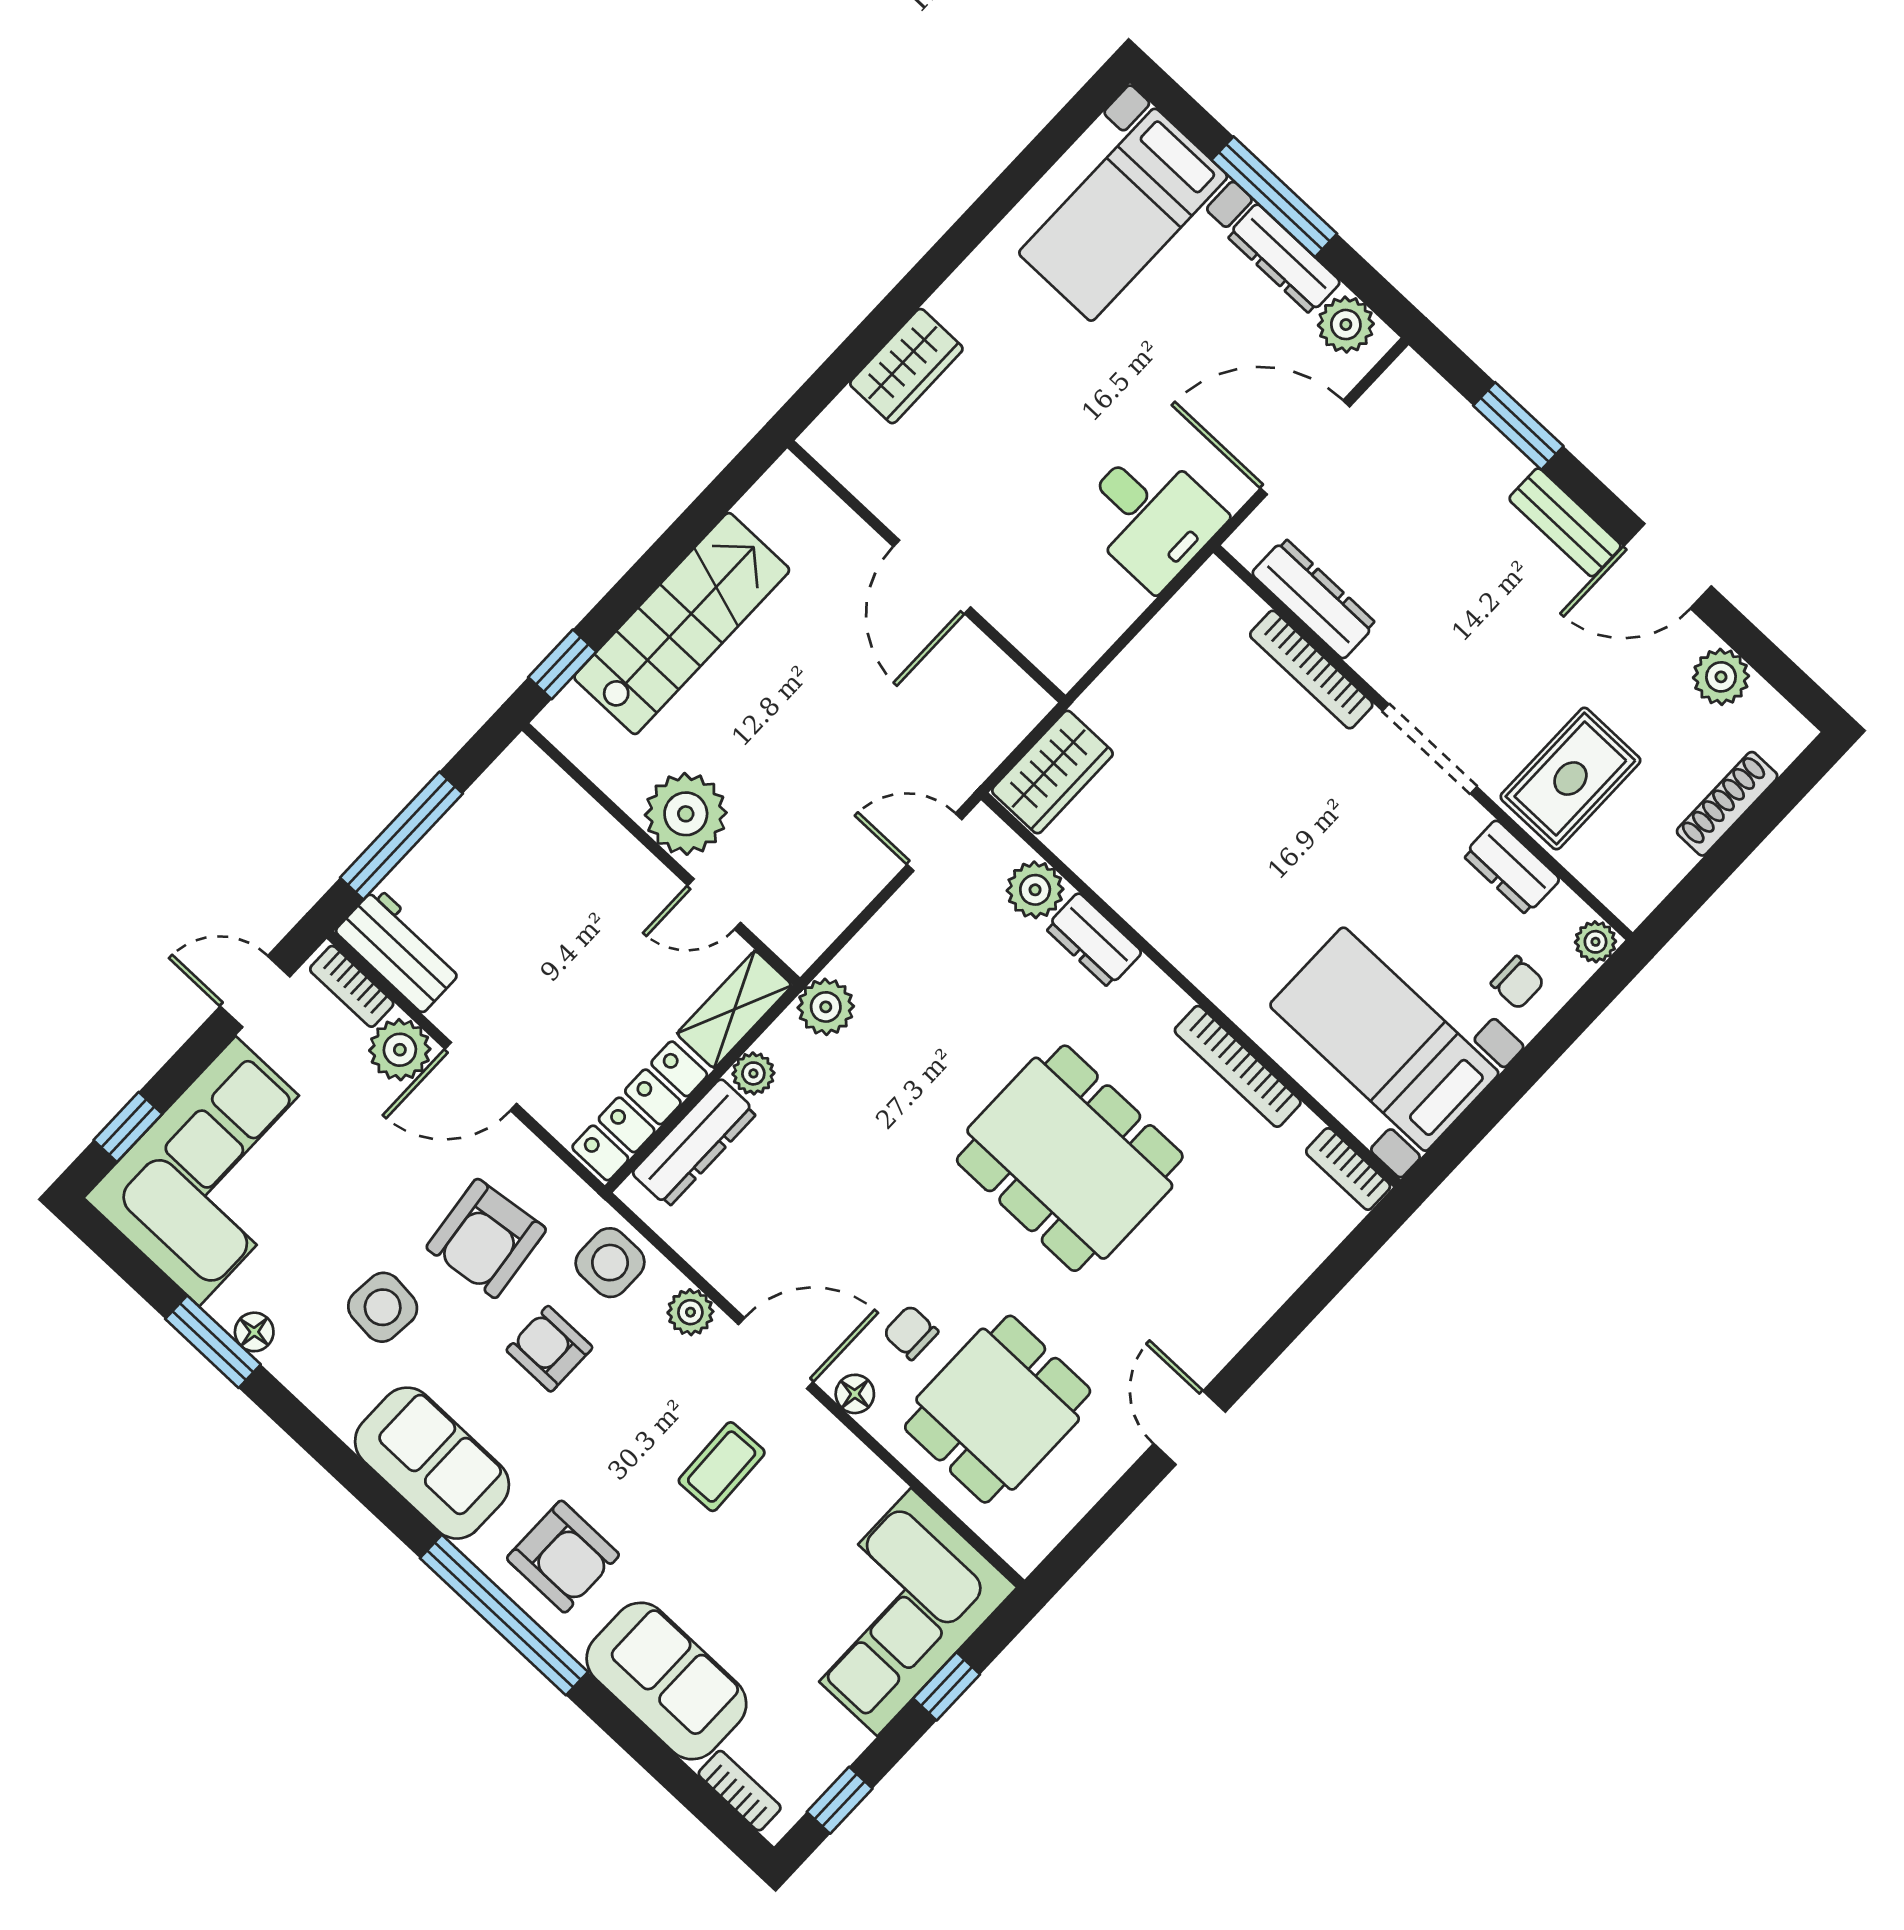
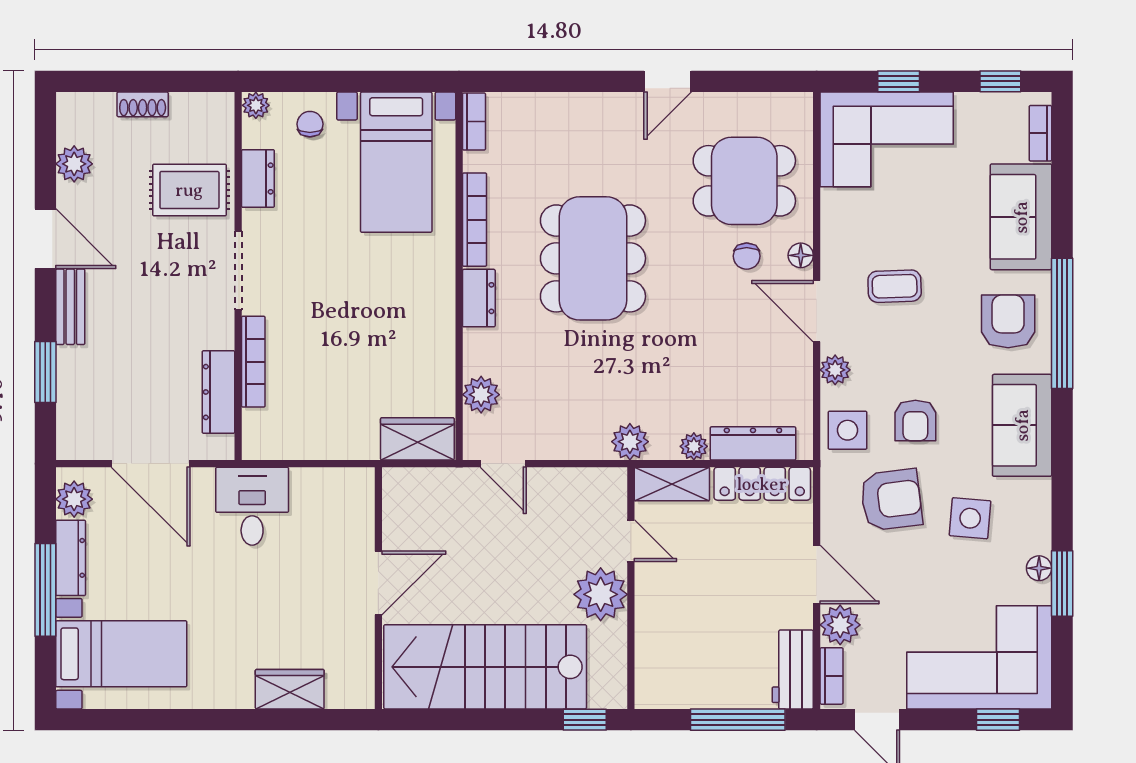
stairs: (682, 624) -> (485, 667), width x1.36, depth x1.51
shoe rack: (1727, 804) -> (143, 104), width x0.70
dresser: (1094, 940) -> (479, 298), moved

